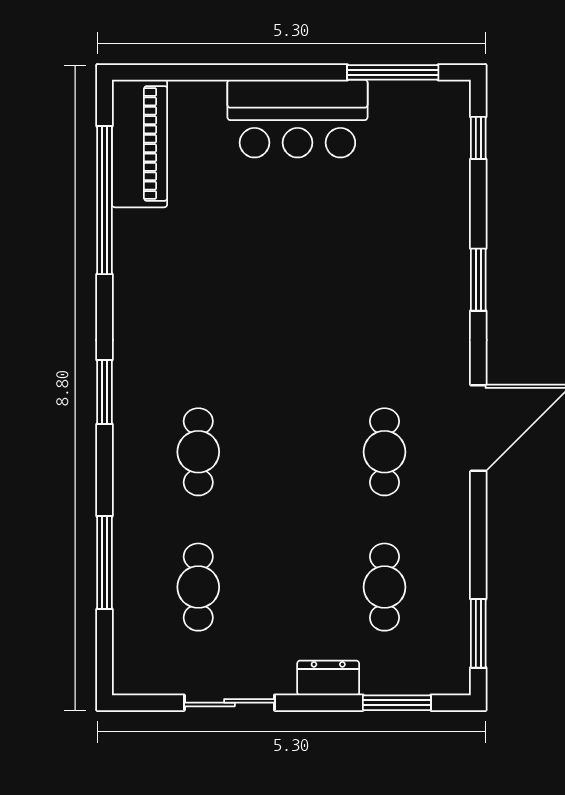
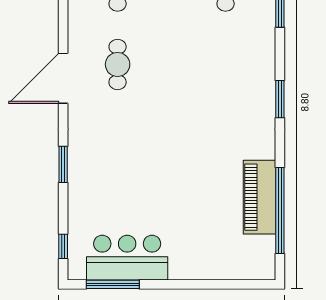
bar counter: (297, 119) -> (127, 258), moved
piano: (140, 143) -> (260, 197), moved
cafe table: (198, 452) -> (226, 64), removed

